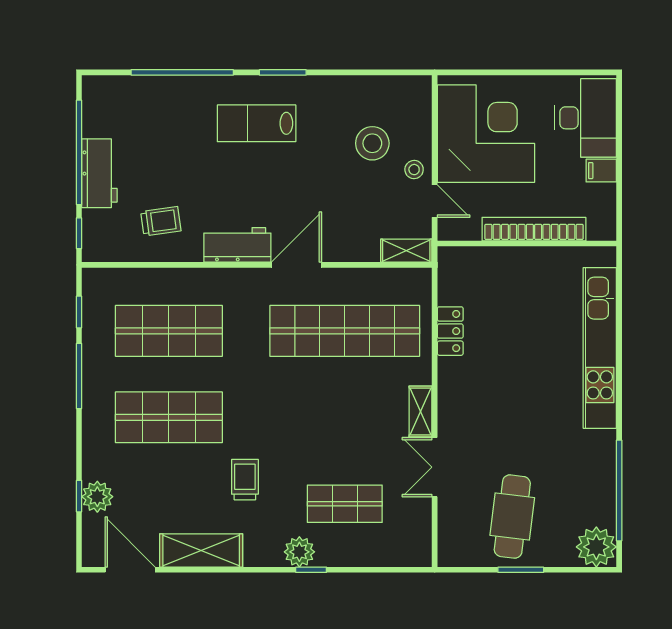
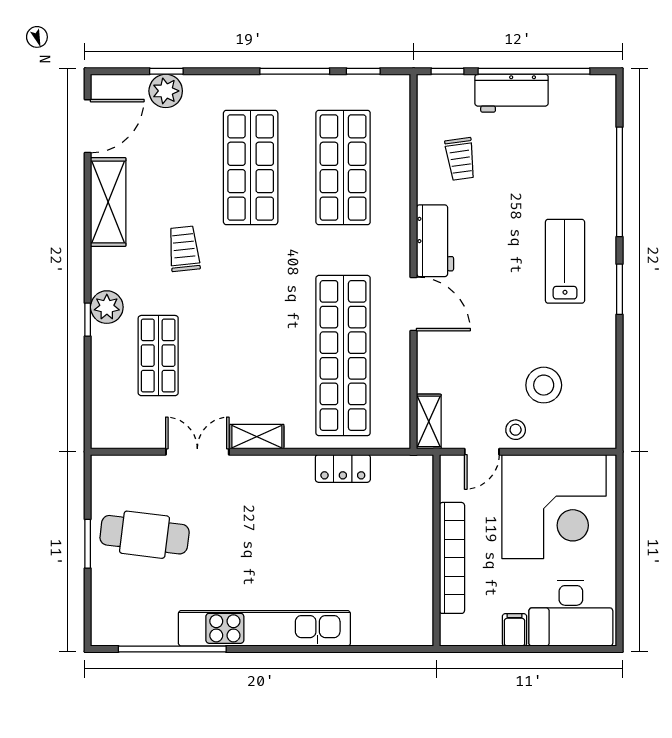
kitchen unit: (600, 348) -> (264, 628), moved
trolley: (245, 480) -> (184, 249), turned -96
plant: (596, 547) -> (112, 625), removed

